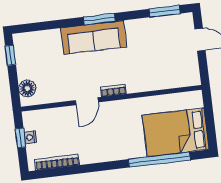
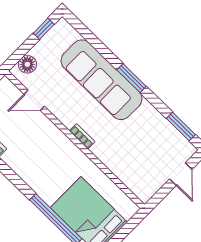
sofa: (94, 38) -> (102, 80), width x1.36, depth x1.27
door: (87, 101) -> (34, 100), moved

